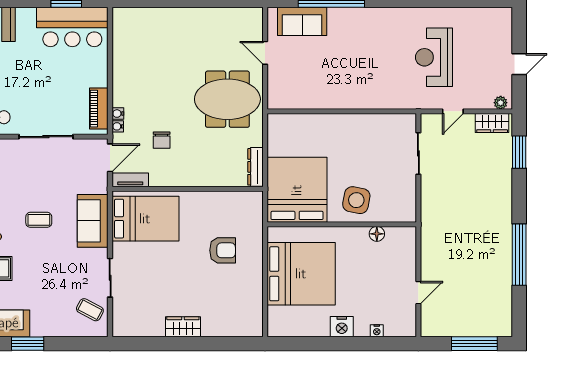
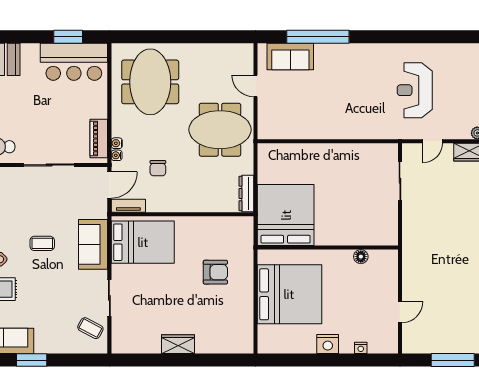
meeting table: (153, 48) -> (150, 82), added
side table: (356, 200) -> (341, 225), removed

